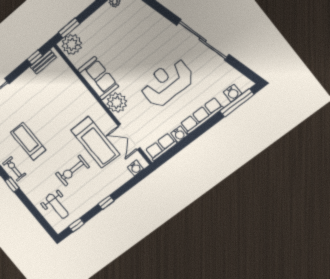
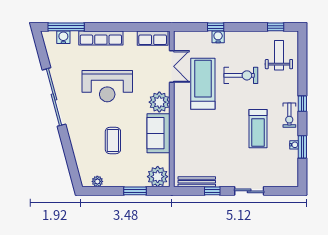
window: (69, 28) -> (135, 191), moved
coffee table: (129, 44) -> (113, 141), added
window: (35, 57) -> (212, 191), moved
bench: (43, 62) -> (197, 182), width x1.36
water cooler: (179, 134) -> (130, 37), removed
water cooler: (135, 168) -> (218, 37), moved
window: (106, 202) -> (216, 27), moved

